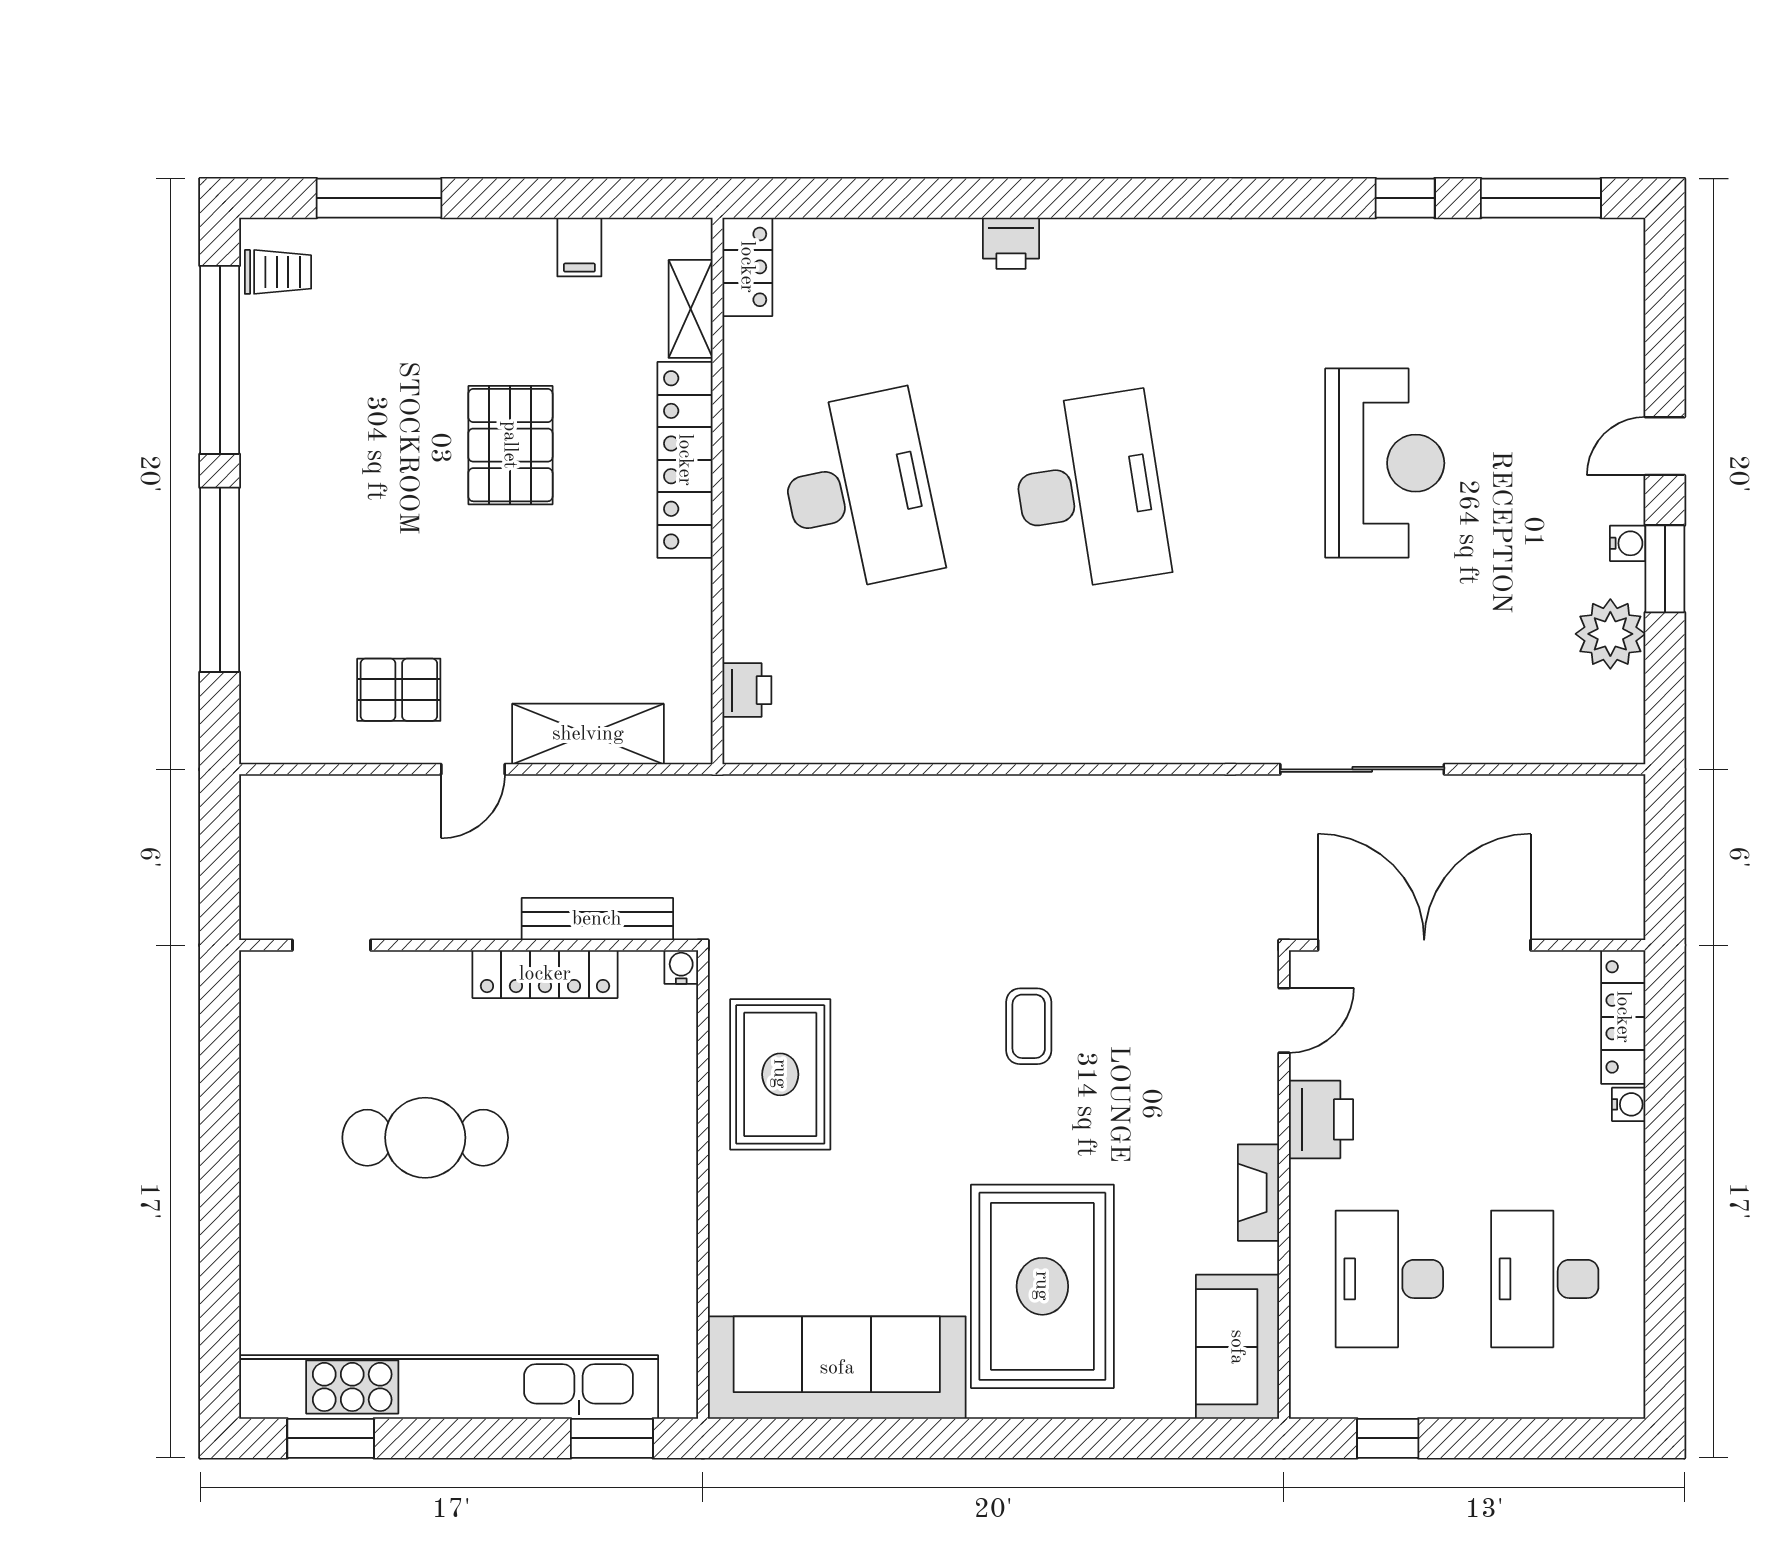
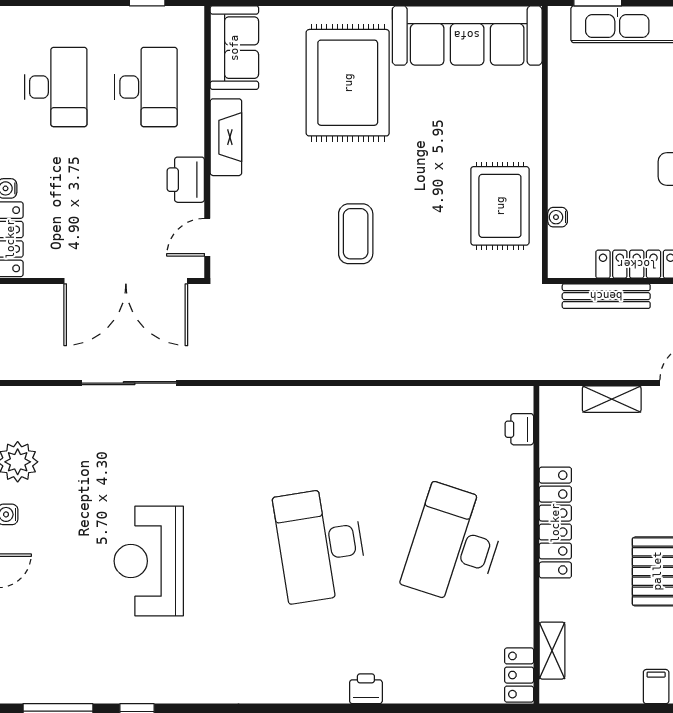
filing cabinet: (579, 247) -> (656, 687), moved
locker: (685, 460) -> (555, 523), moved
desk: (859, 491) -> (454, 545), turned 30
shelving: (588, 734) -> (612, 399), width x0.67, depth x0.75
sliding door: (1362, 769) -> (129, 383), moved
water cooler: (681, 967) -> (558, 217), moved, turned 90
coffee table: (1029, 1026) -> (356, 234), width x1.36, depth x1.30
fireplace: (1258, 1193) -> (226, 137), width x1.37, depth x1.32

